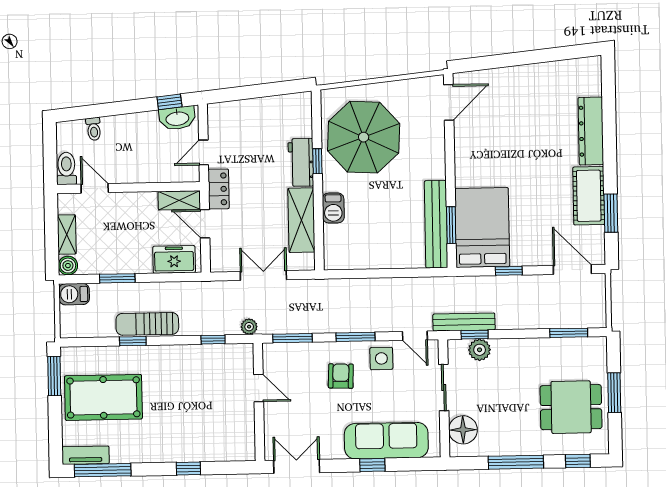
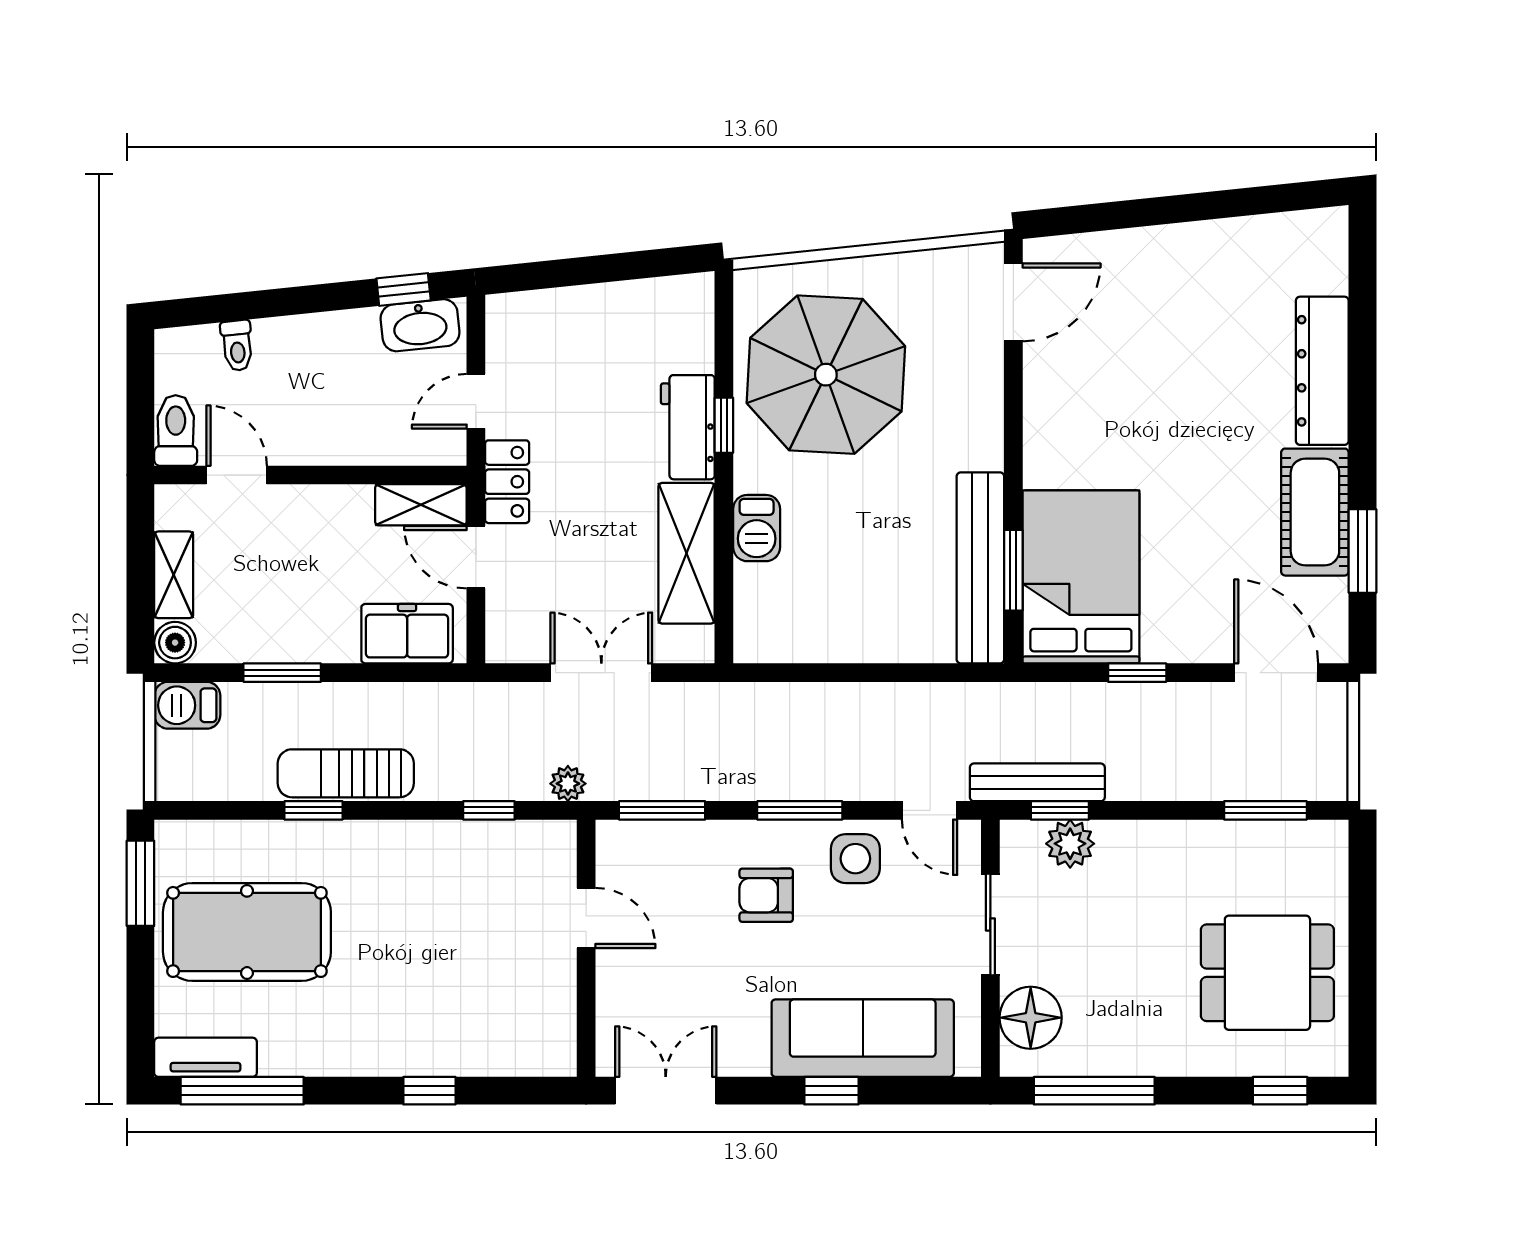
armchair: (341, 376) -> (766, 895), turned -92
window: (614, 393) -> (1362, 943), removed
window: (516, 462) -> (1094, 1091), moved

